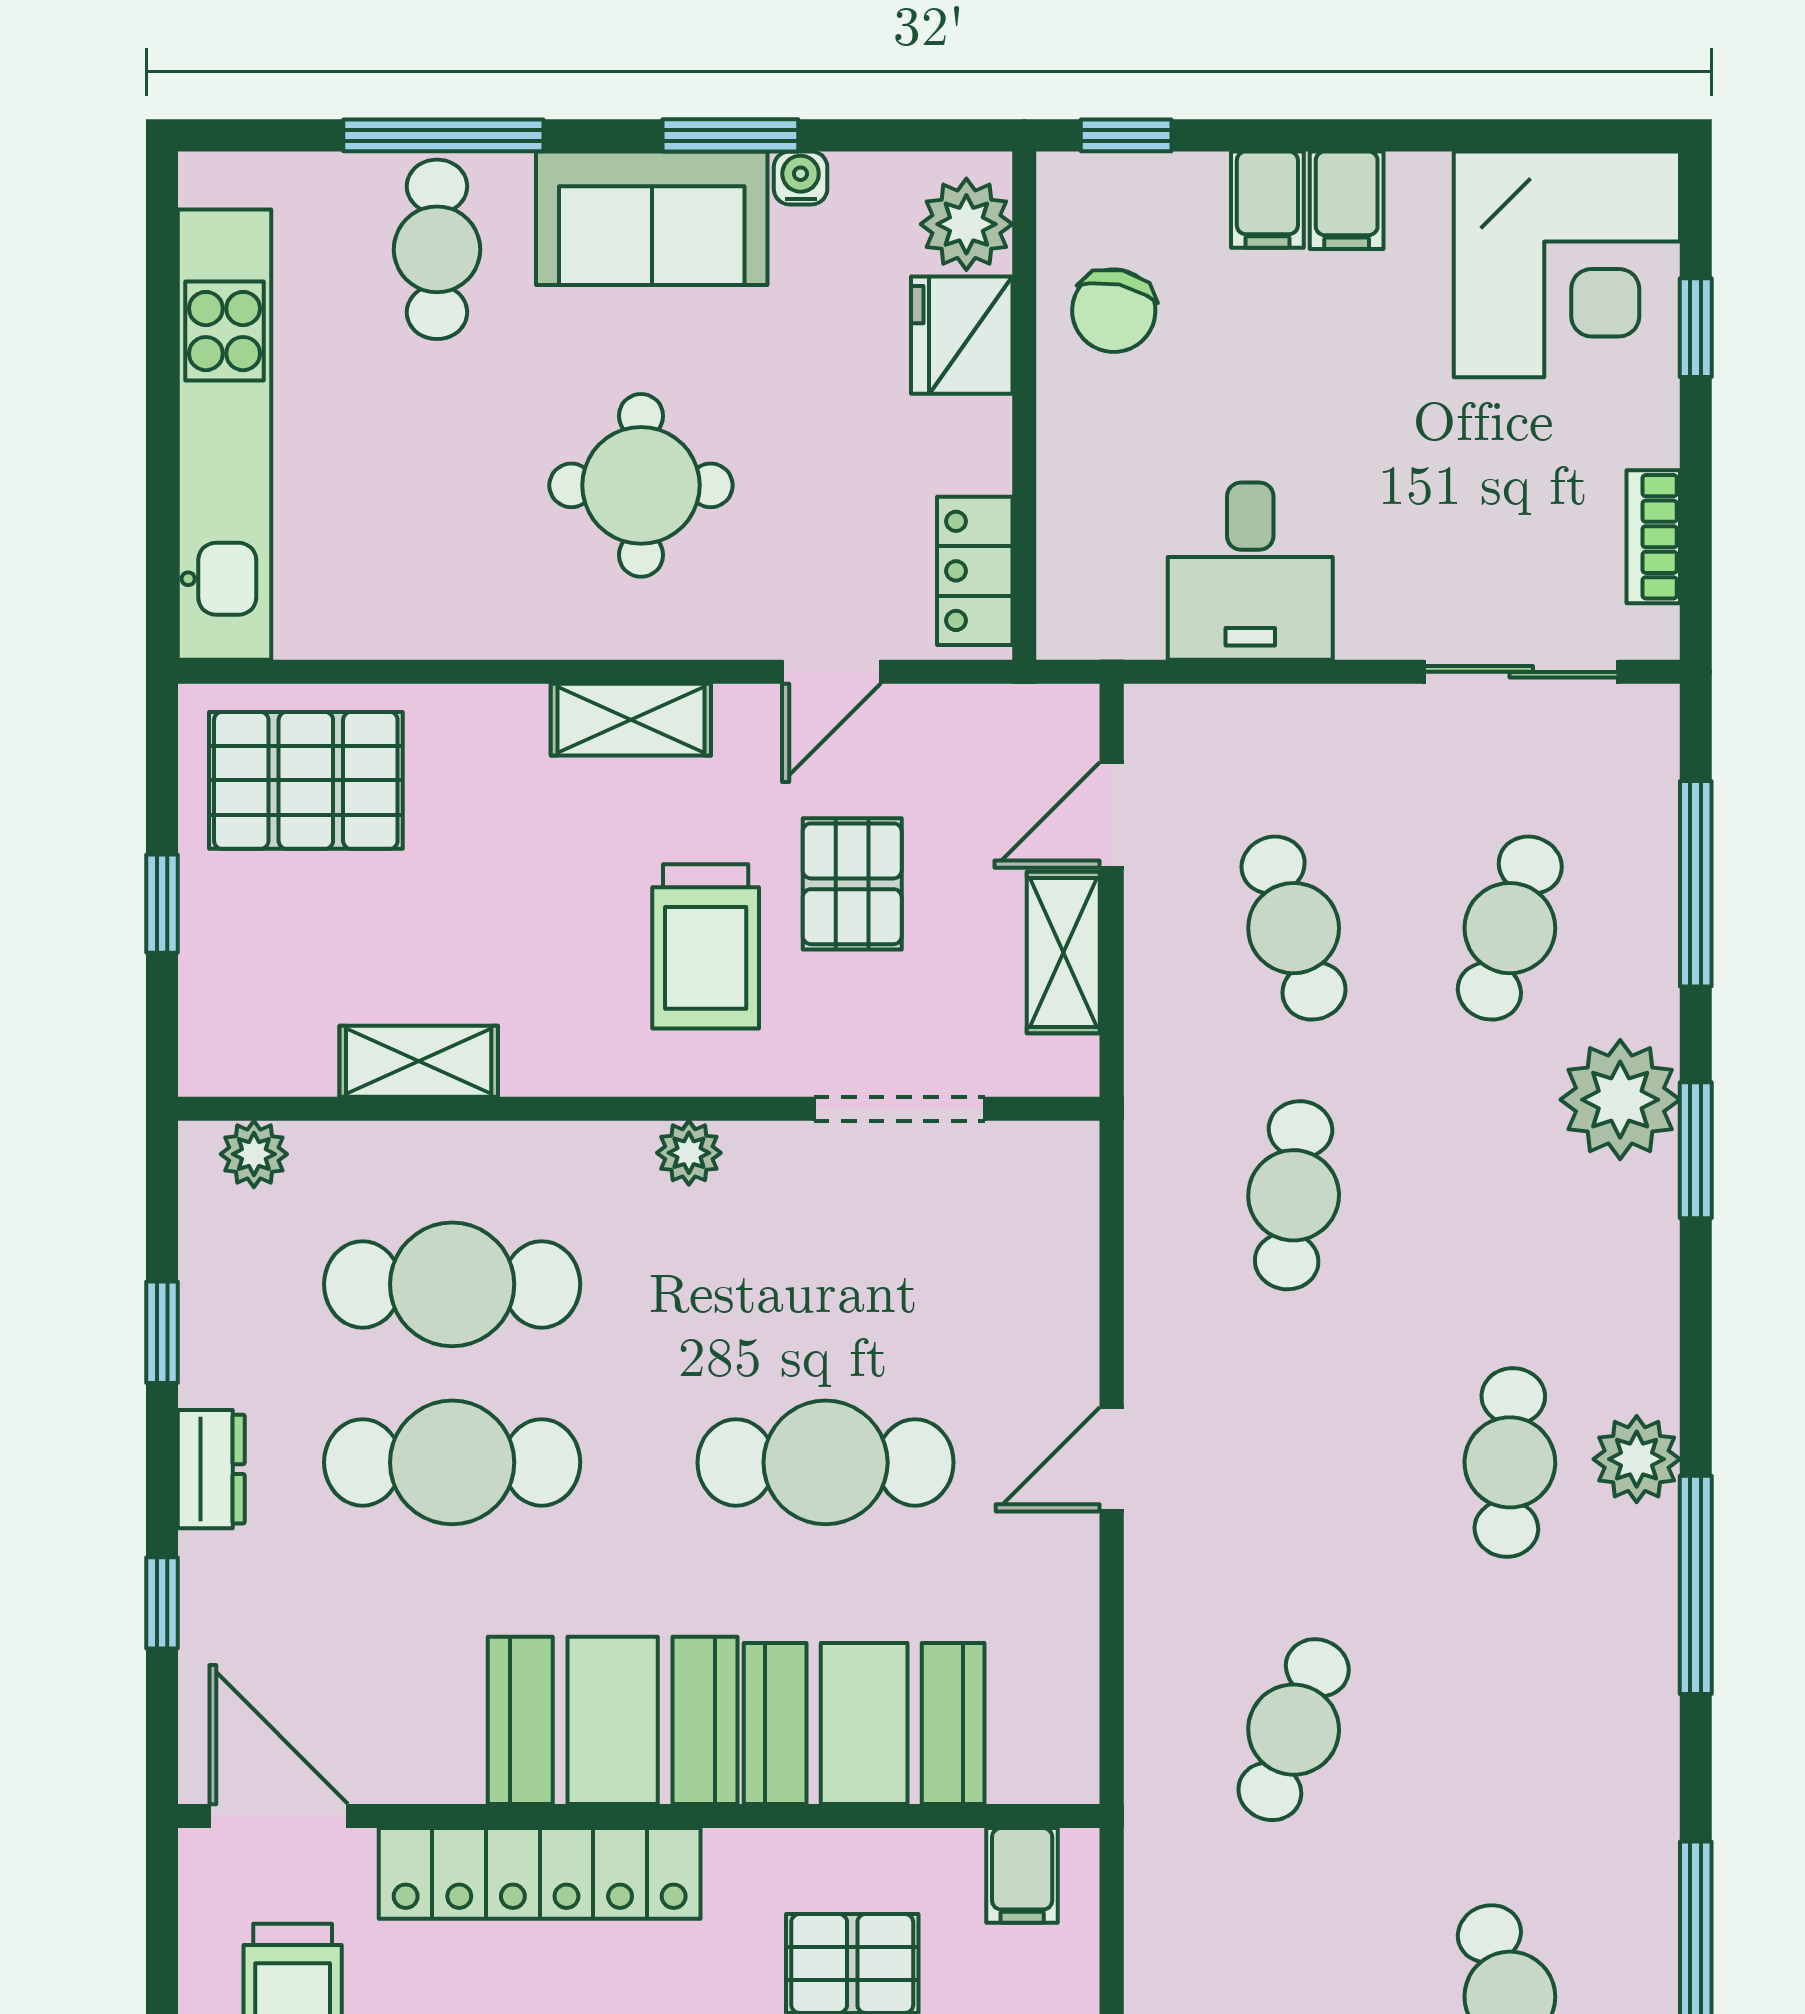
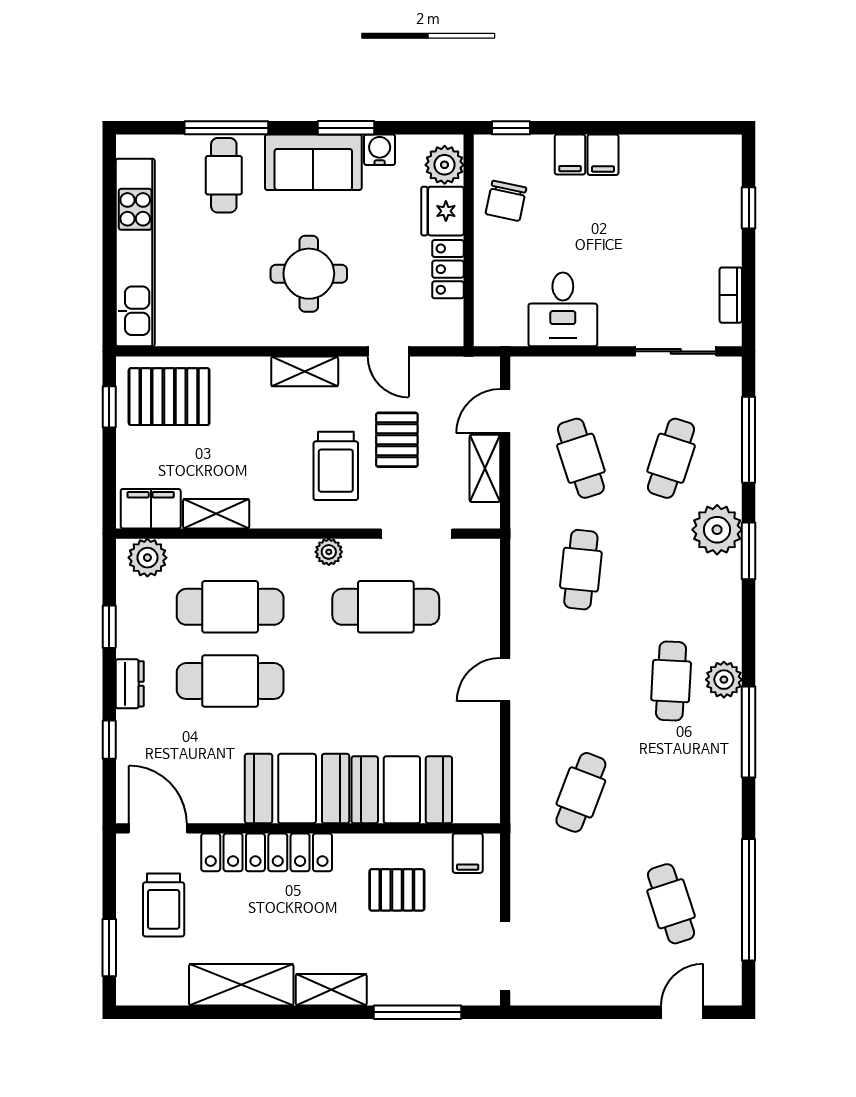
water cooler: (801, 178) -> (380, 150), width x1.38, depth x1.38
corner desk: (1567, 264) -> (695, 181), removed
locker: (975, 571) -> (448, 269), moved
door: (831, 672) -> (388, 351), hinge flipped
window: (162, 904) -> (109, 407), moved
filing cabinet: (262, 1049) -> (151, 509), added
plant: (254, 1154) -> (147, 558), width x1.38, depth x1.38
cafe table: (826, 1462) -> (386, 607), moved

